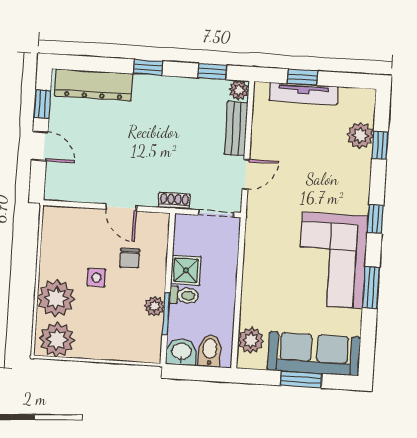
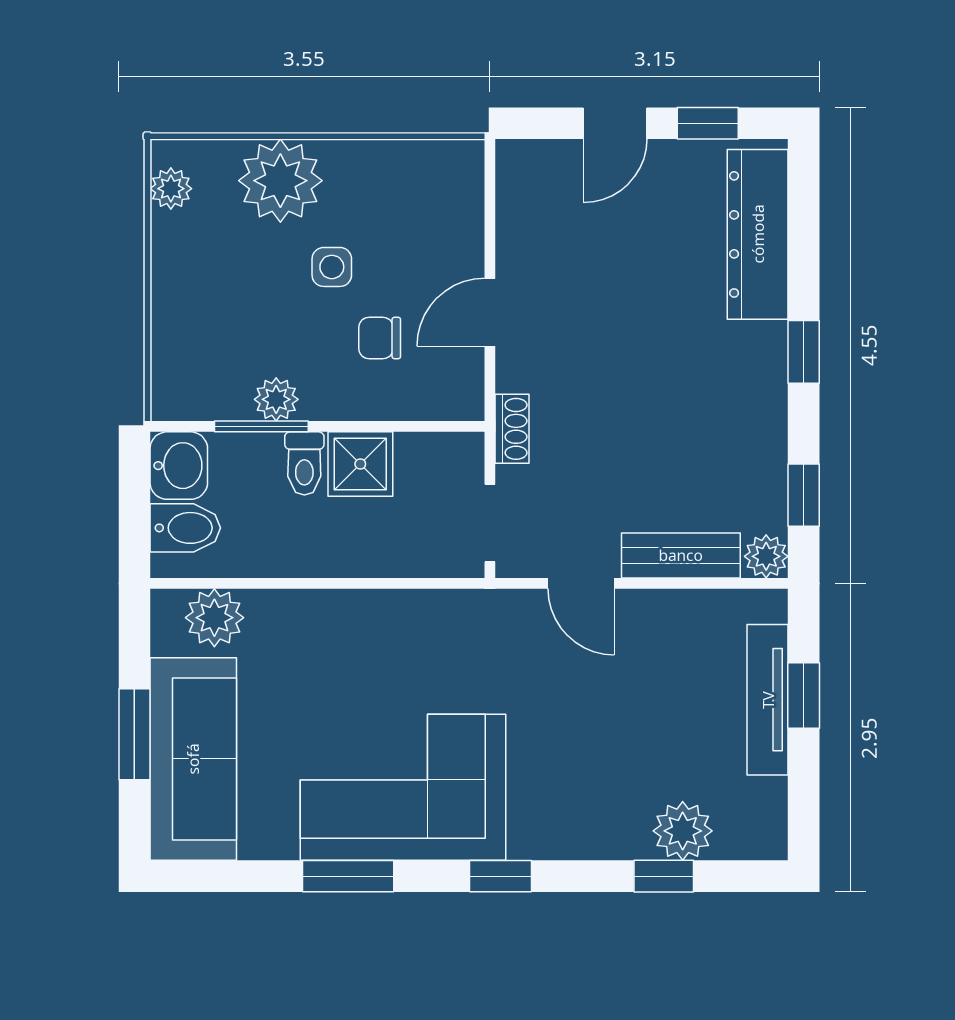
plant: (57, 340) -> (171, 189), width x0.53, depth x0.53

